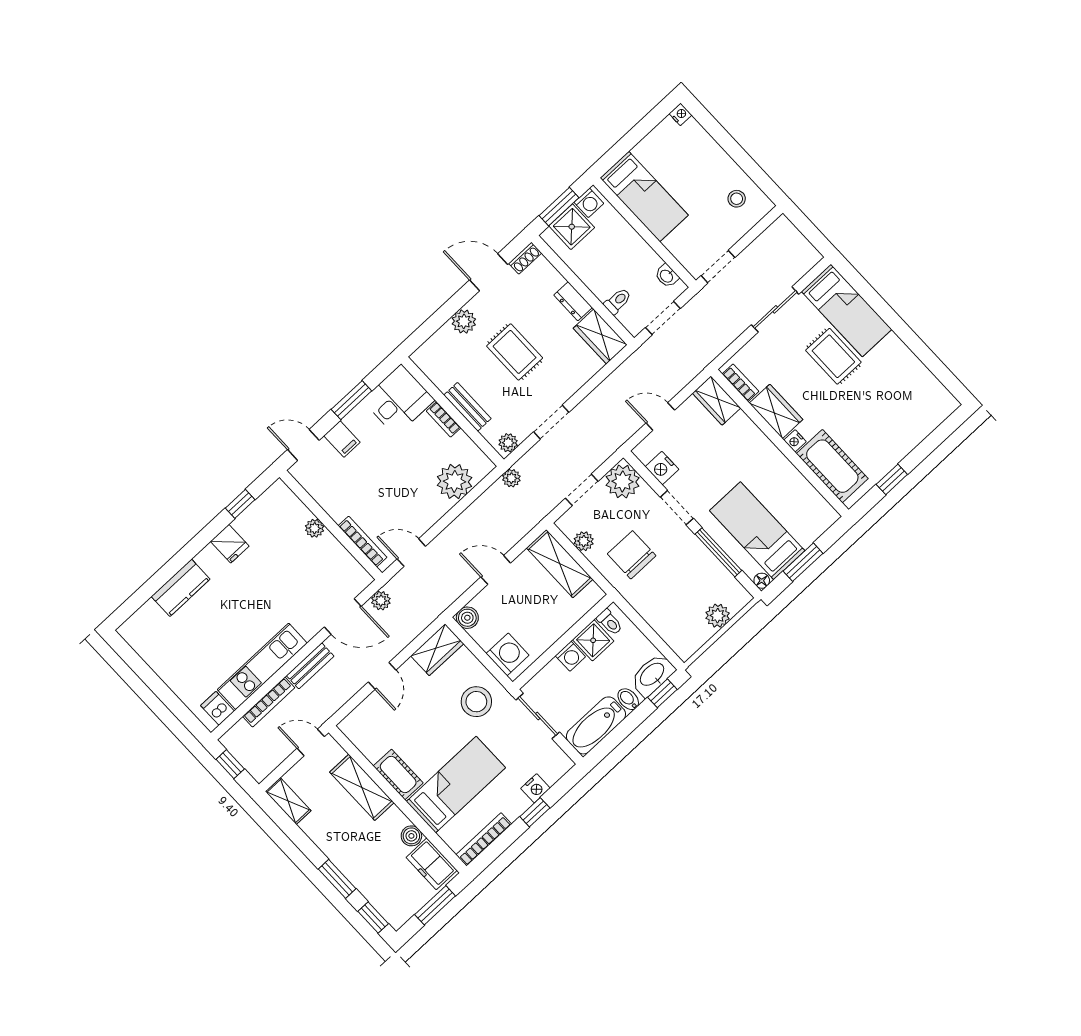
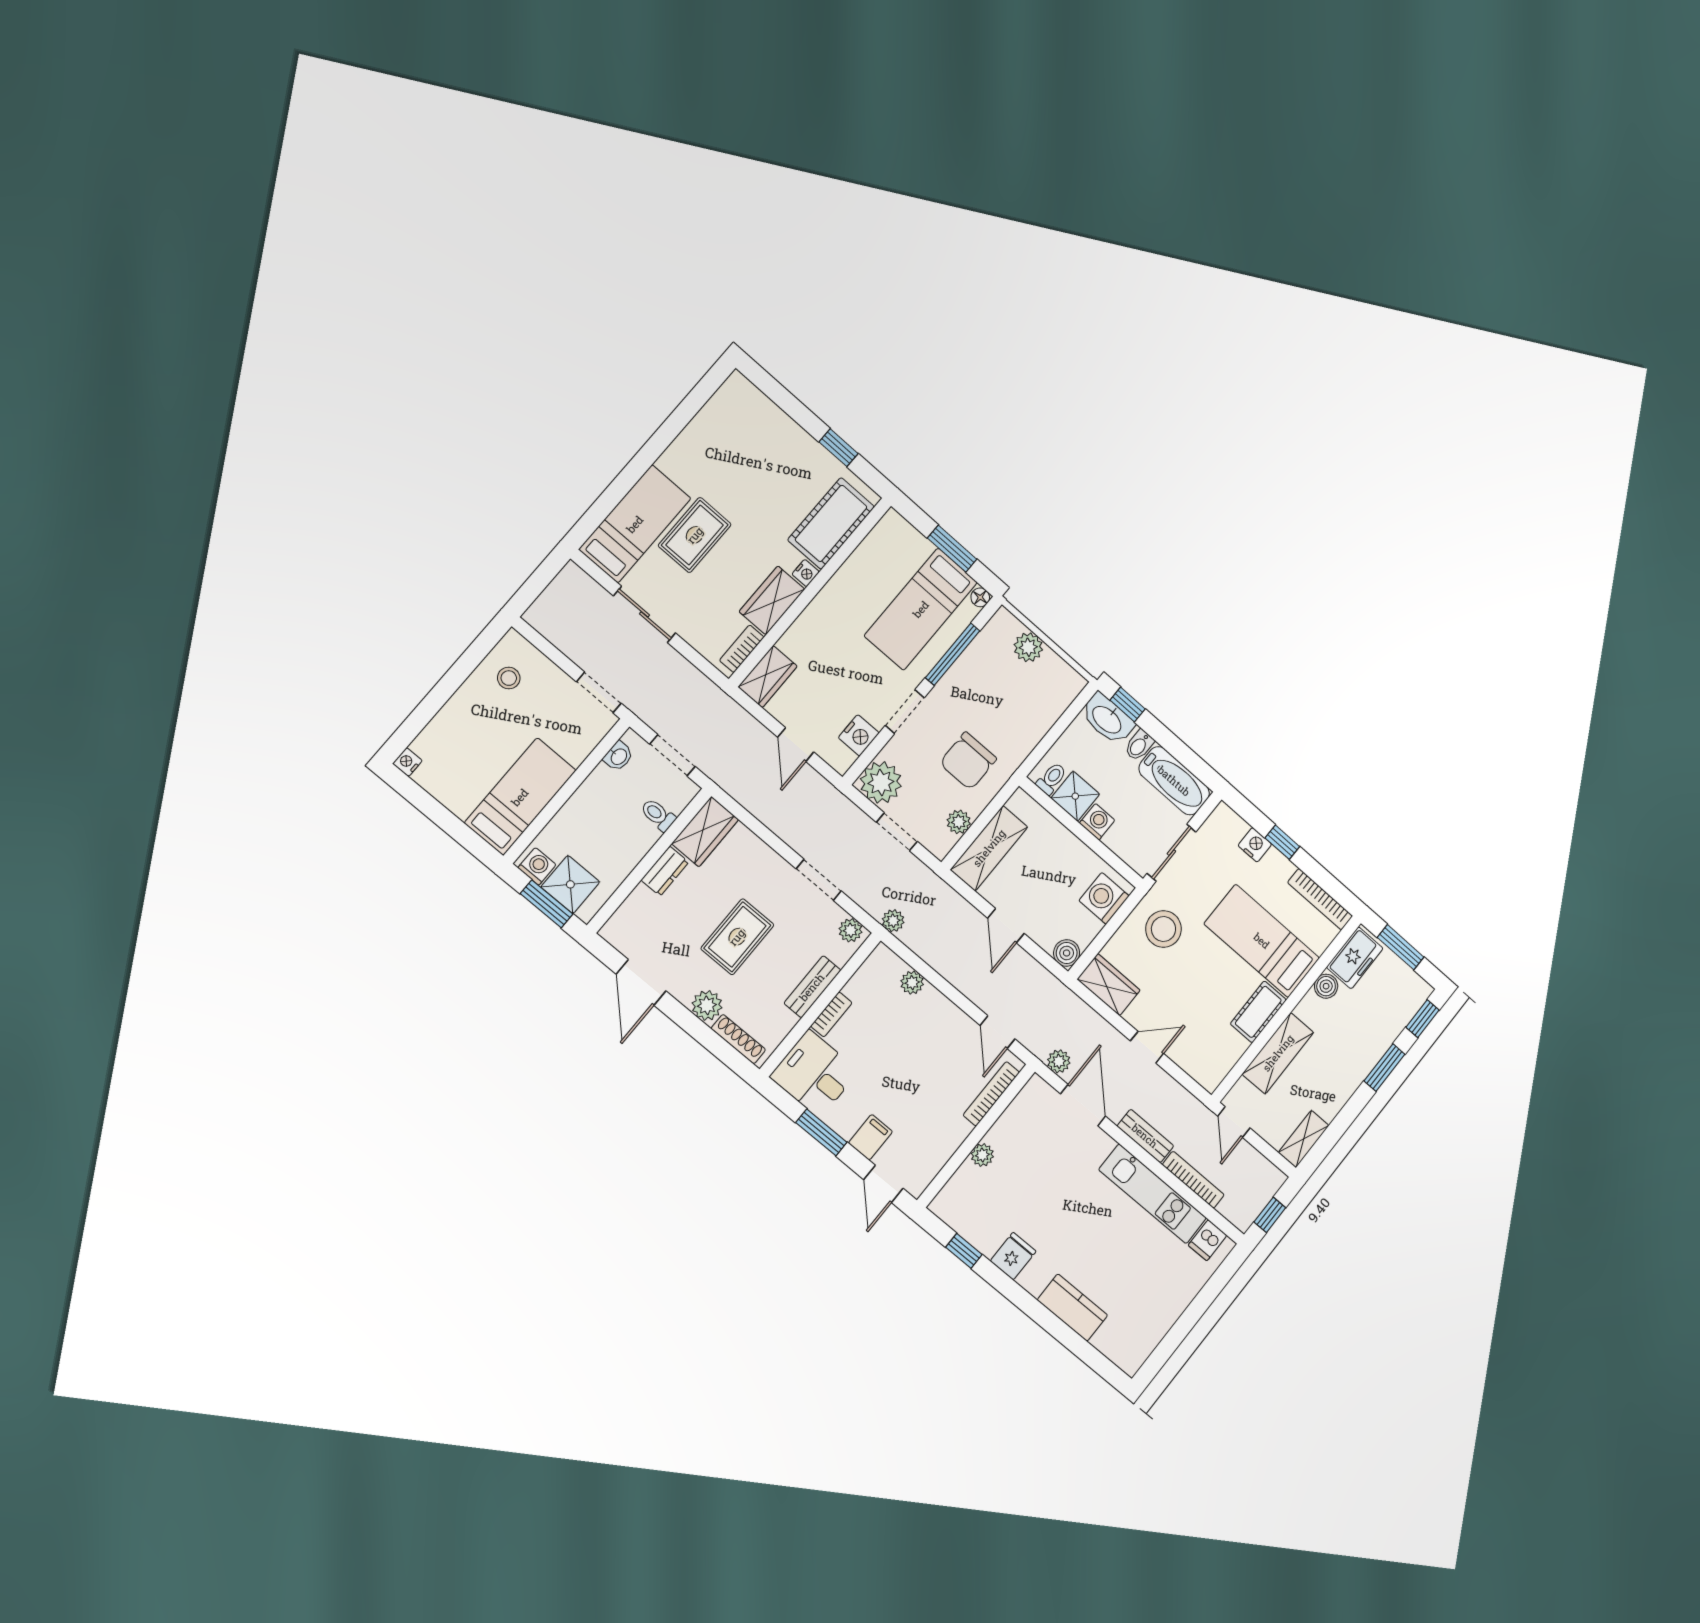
shoe rack: (525, 258) -> (738, 1039), moved, width x1.43
plant: (454, 481) -> (912, 983), width x0.53, depth x0.53

